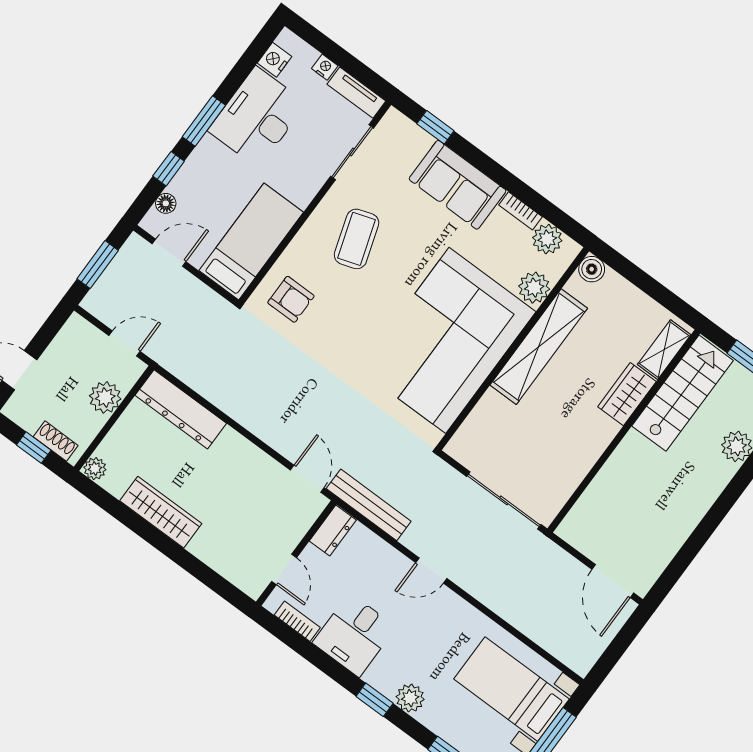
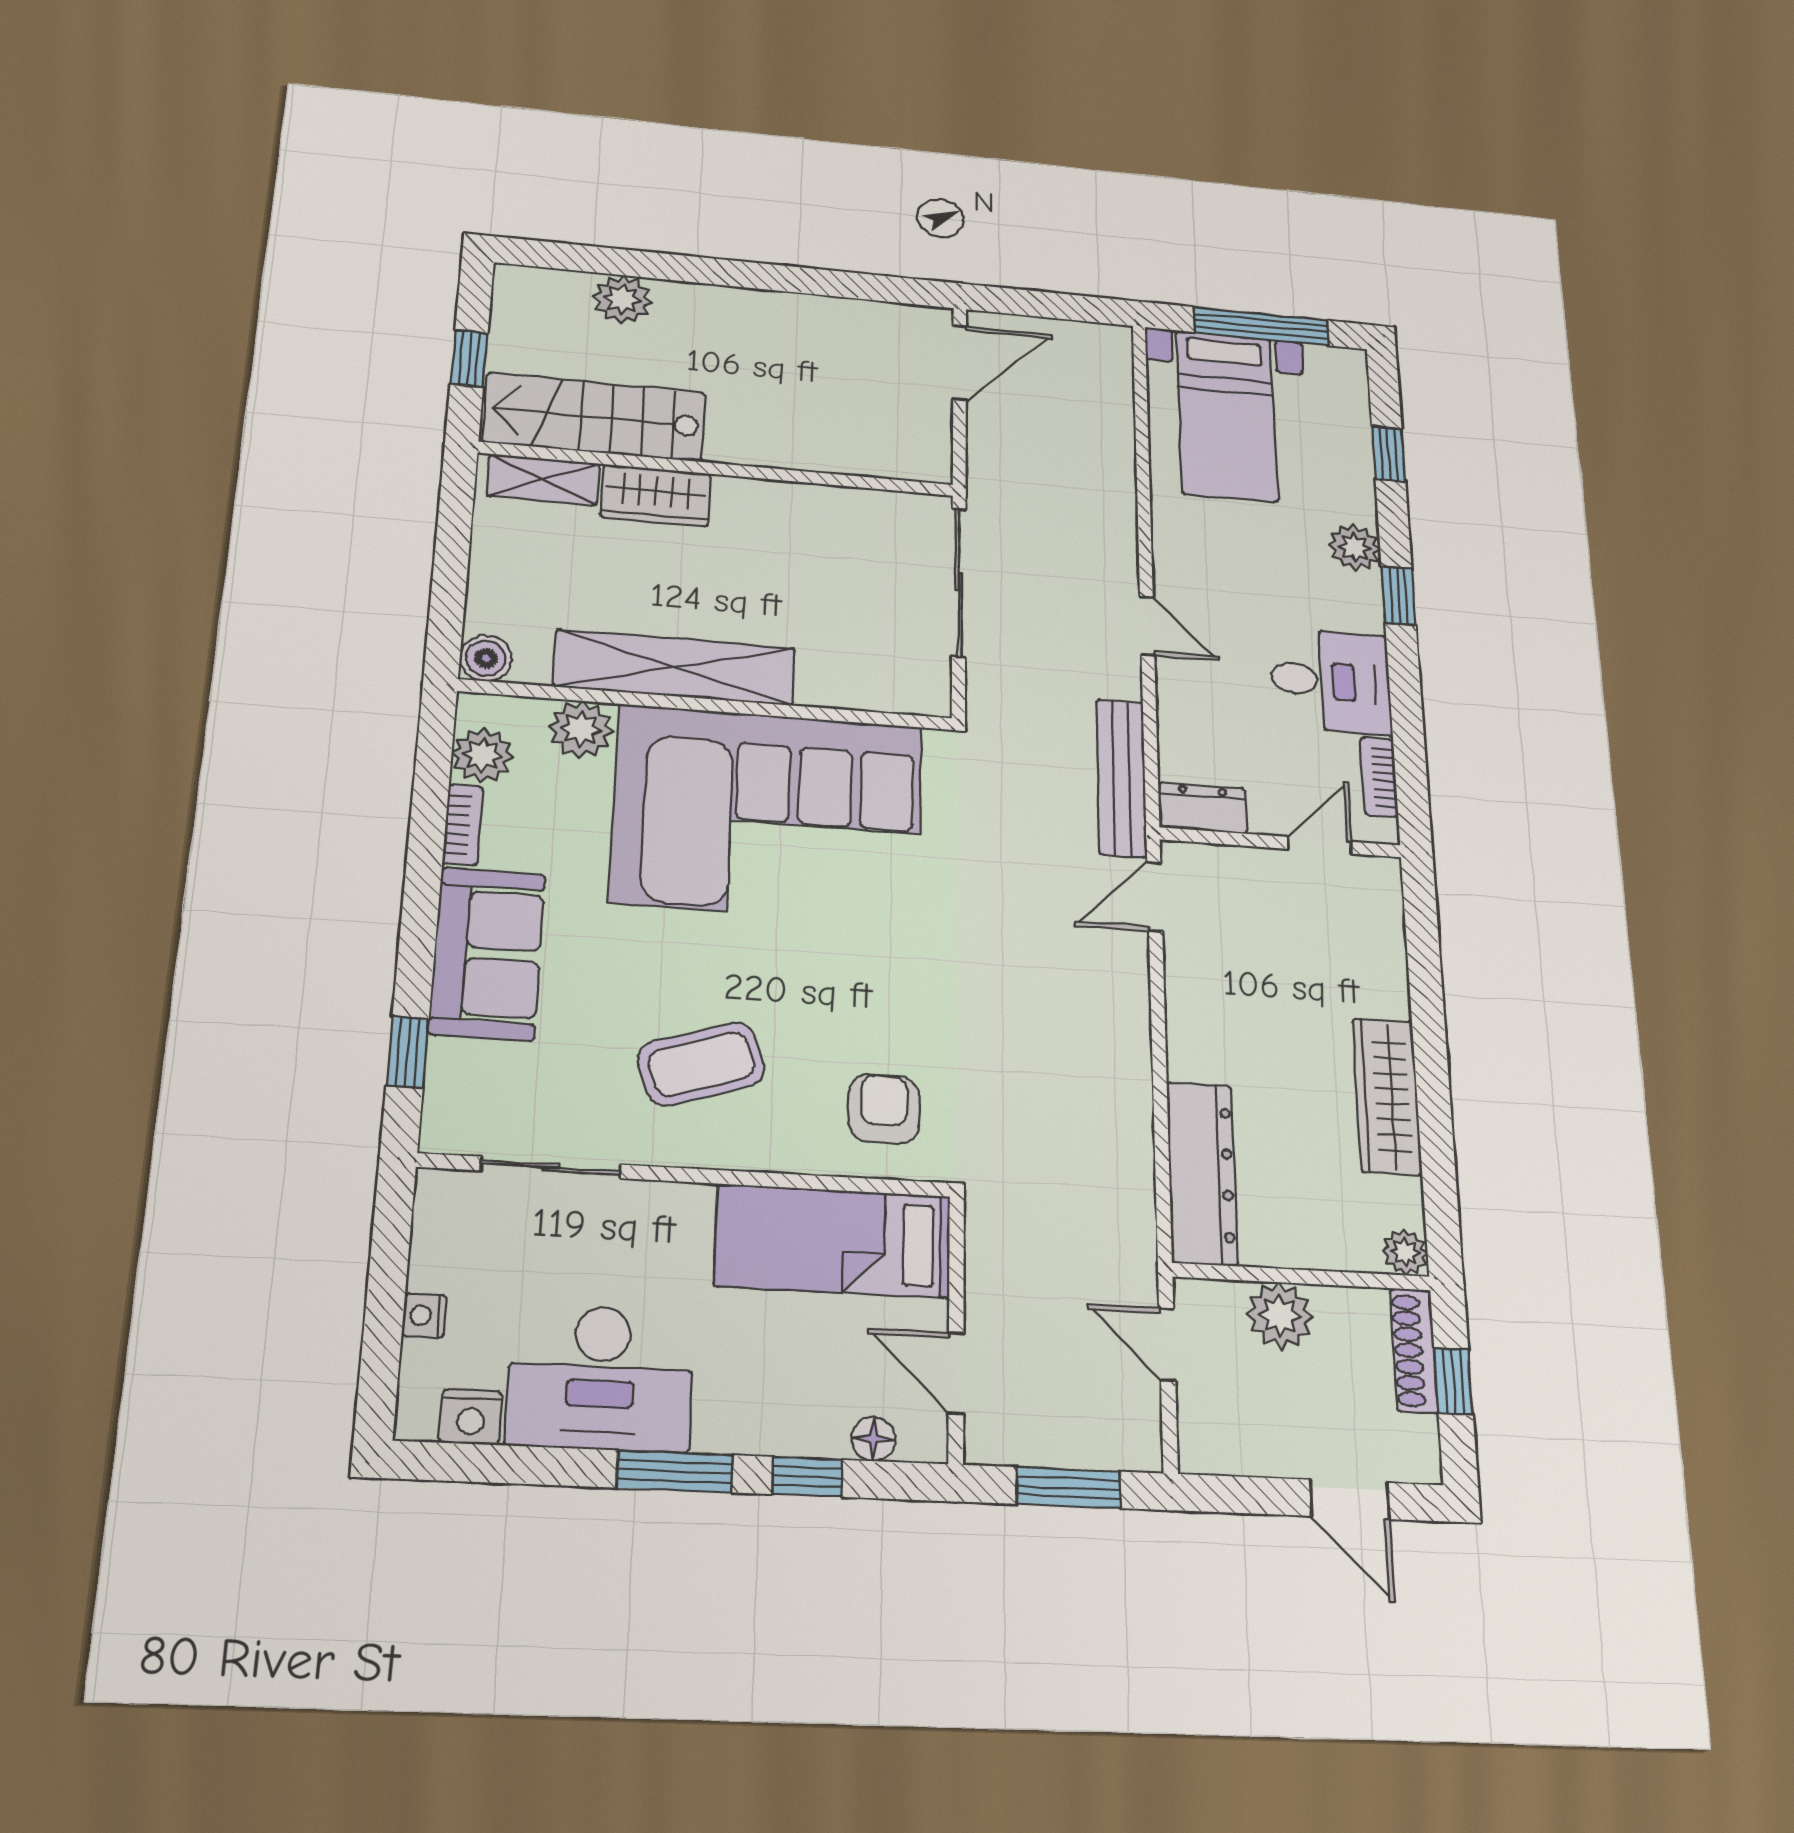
tv unit: (356, 93) -> (435, 1228), removed
shoe rack: (56, 441) -> (1414, 1351), width x1.43

